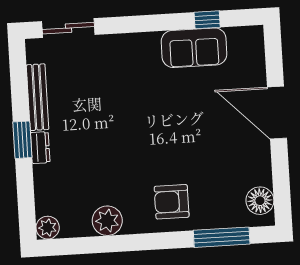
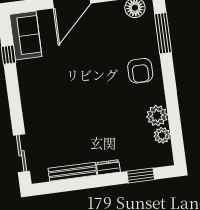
sofa: (194, 48) -> (26, 35), moved
window: (22, 140) -> (141, 175), moved
plant: (48, 228) -> (162, 135), moved

